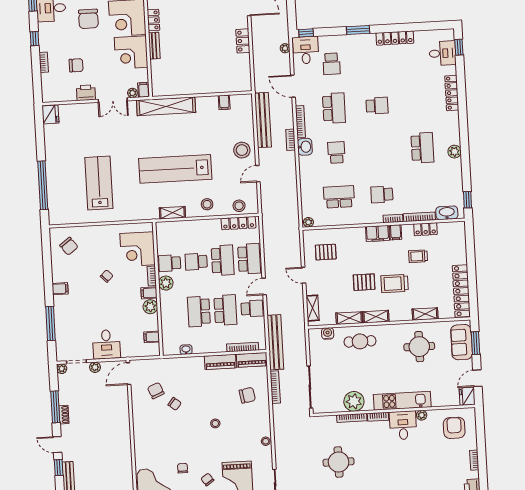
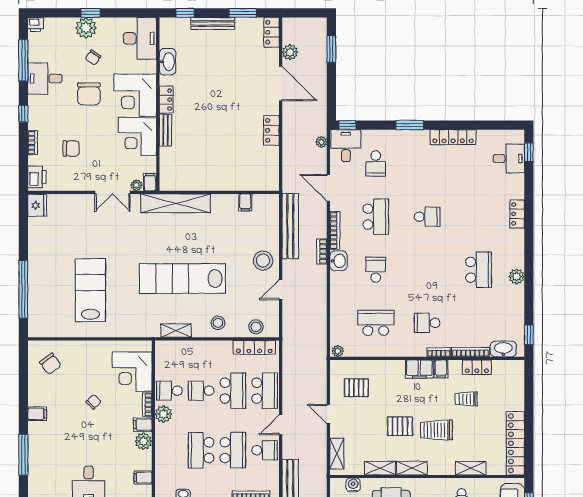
printer: (86, 93) -> (37, 177), moved, turned 90
locker: (452, 93) -> (517, 214), width x0.66

